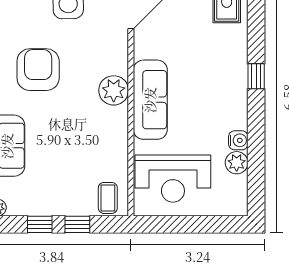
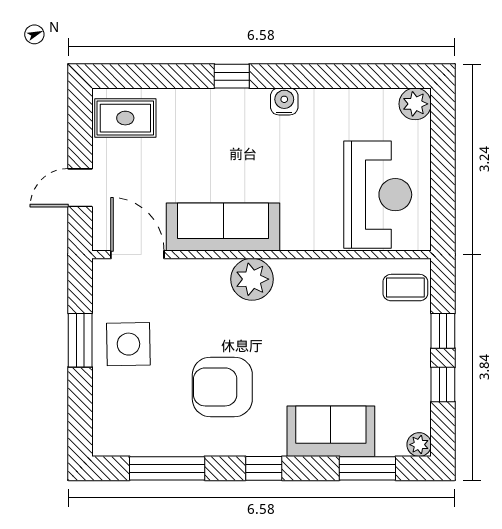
sofa: (150, 100) -> (223, 227), moved
water cooler: (238, 140) -> (284, 101), moved
plant: (237, 163) -> (415, 104), moved

